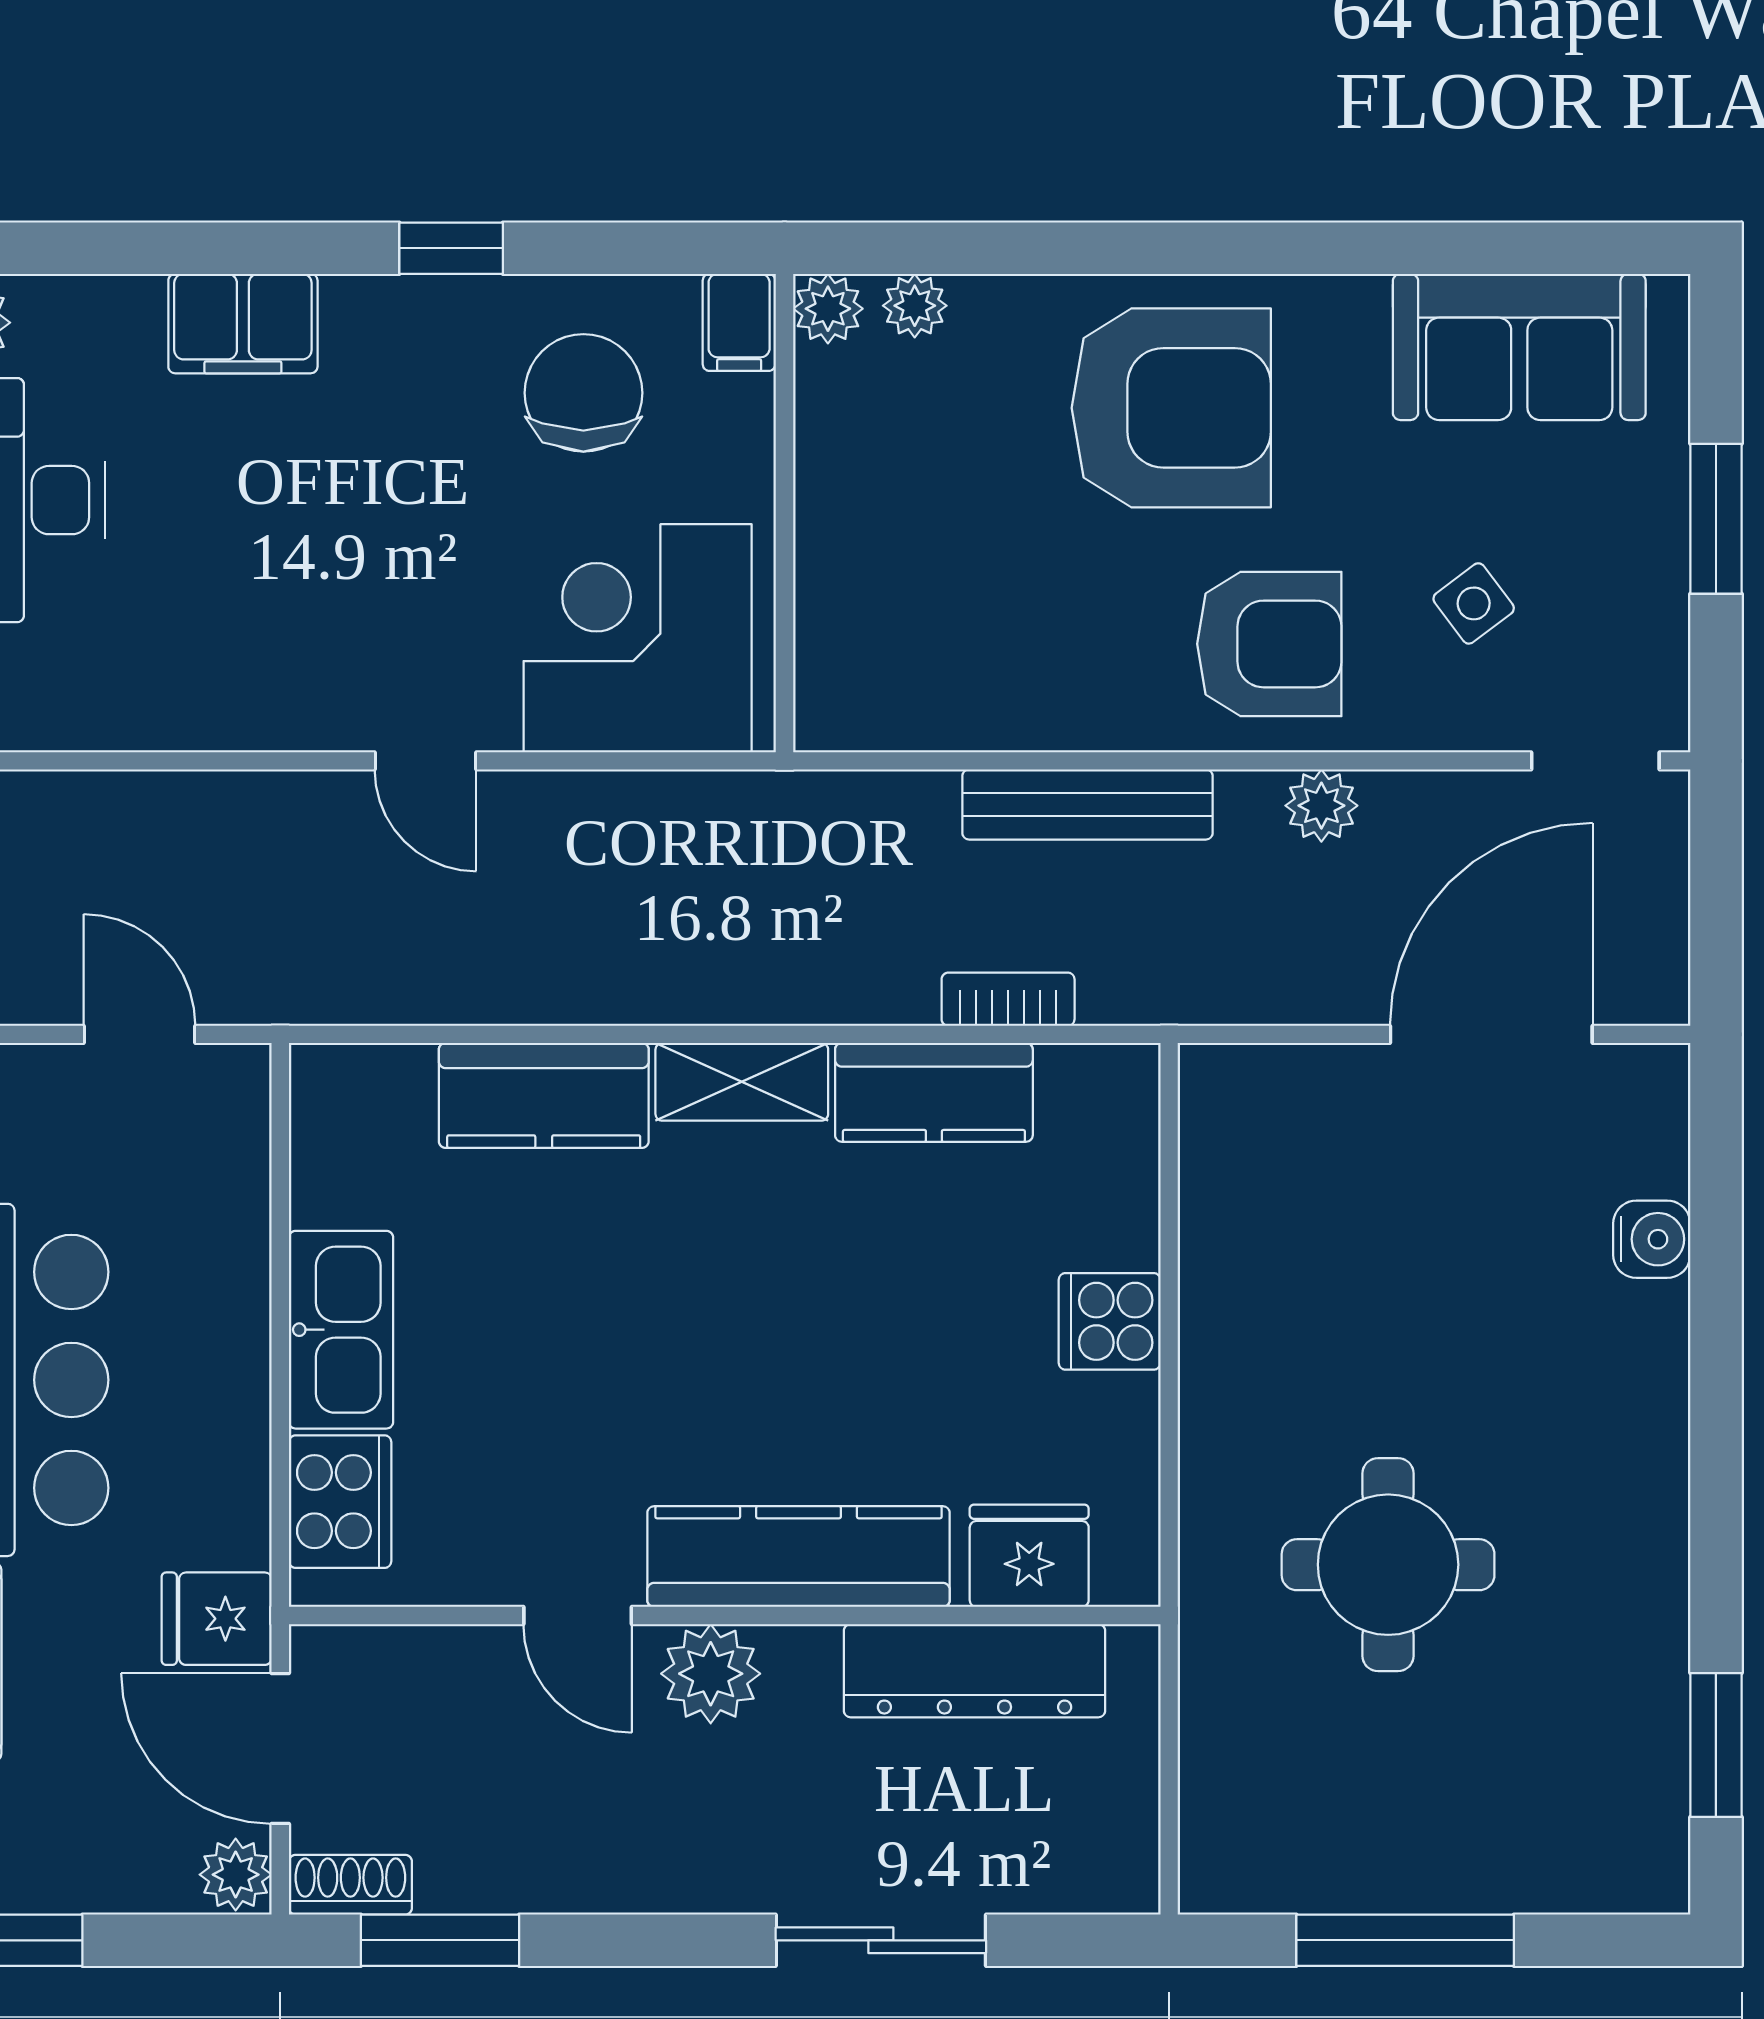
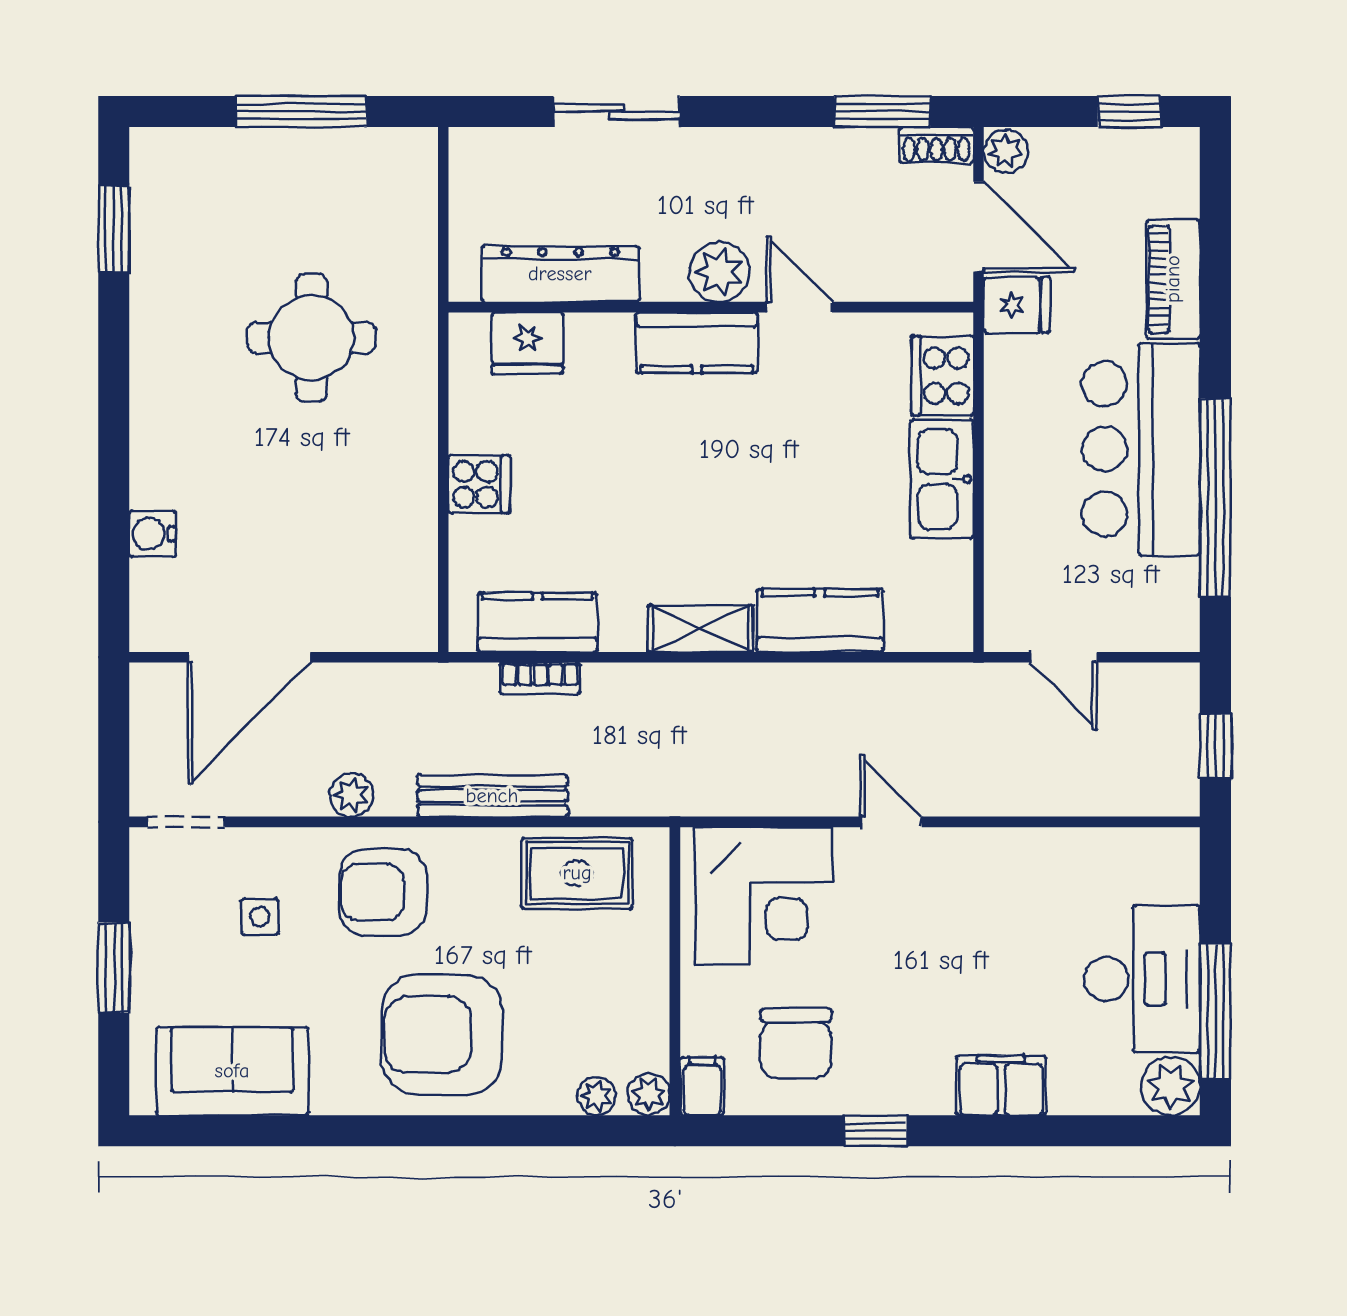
side table: (1474, 603) -> (260, 917), turned 37
rug: (947, 676) -> (577, 873), added
kitchen counter: (934, 1092) -> (538, 622), moved
kitchen counter: (799, 1557) -> (697, 343), width x0.67

